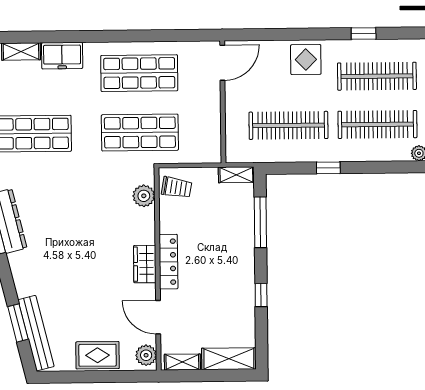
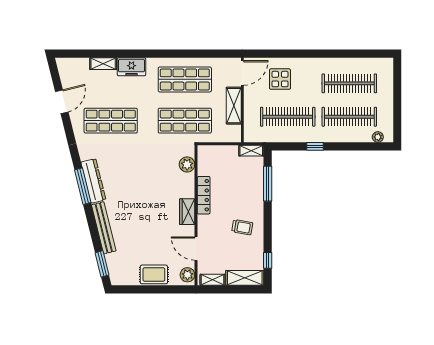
window: (364, 34) -> (340, 54), removed
display table: (306, 60) -> (280, 79), moved
shelving: (210, 110) -> (234, 106), added
trolley: (177, 187) -> (242, 227), moved
locker: (168, 262) -> (204, 195), moved
window: (261, 295) -> (268, 260), moved
window: (18, 323) -> (102, 264), moved
bench: (36, 333) -> (104, 228), moved

